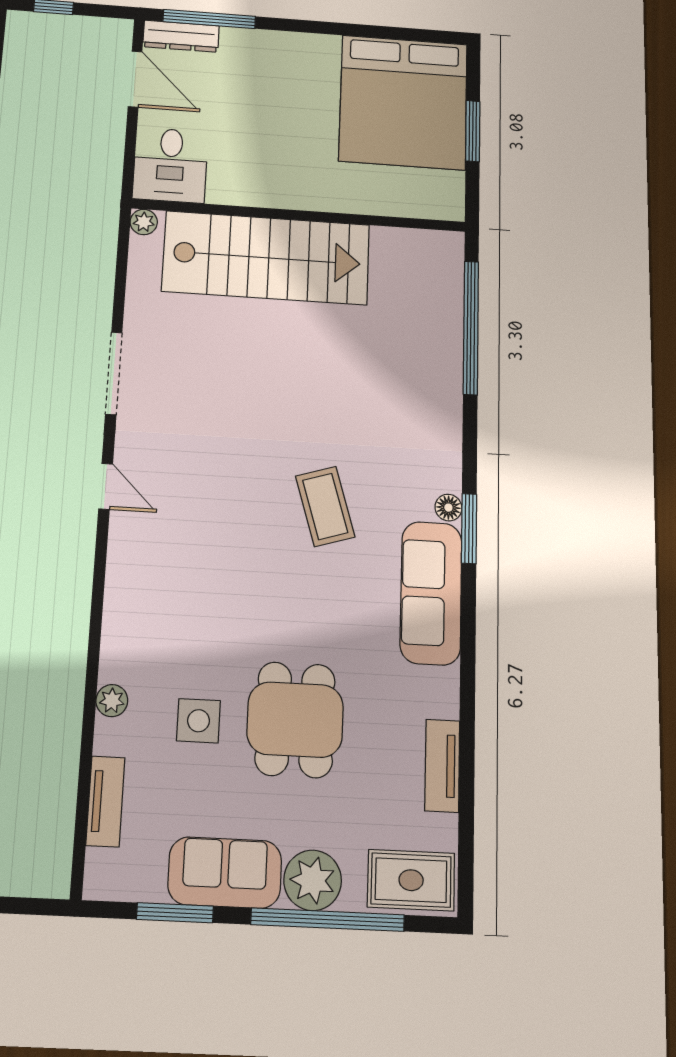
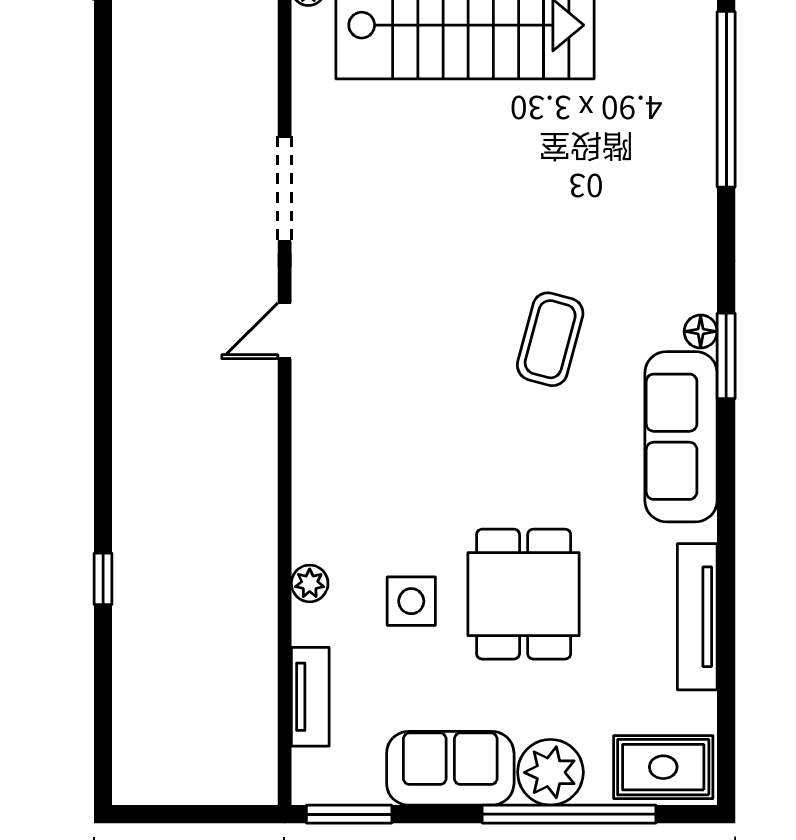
door: (106, 486) -> (285, 331), swing flipped
coffee table: (325, 506) -> (550, 339), turned 32
tv unit: (442, 766) -> (697, 617), width x1.41
window: (175, 913) -> (349, 814), moved

